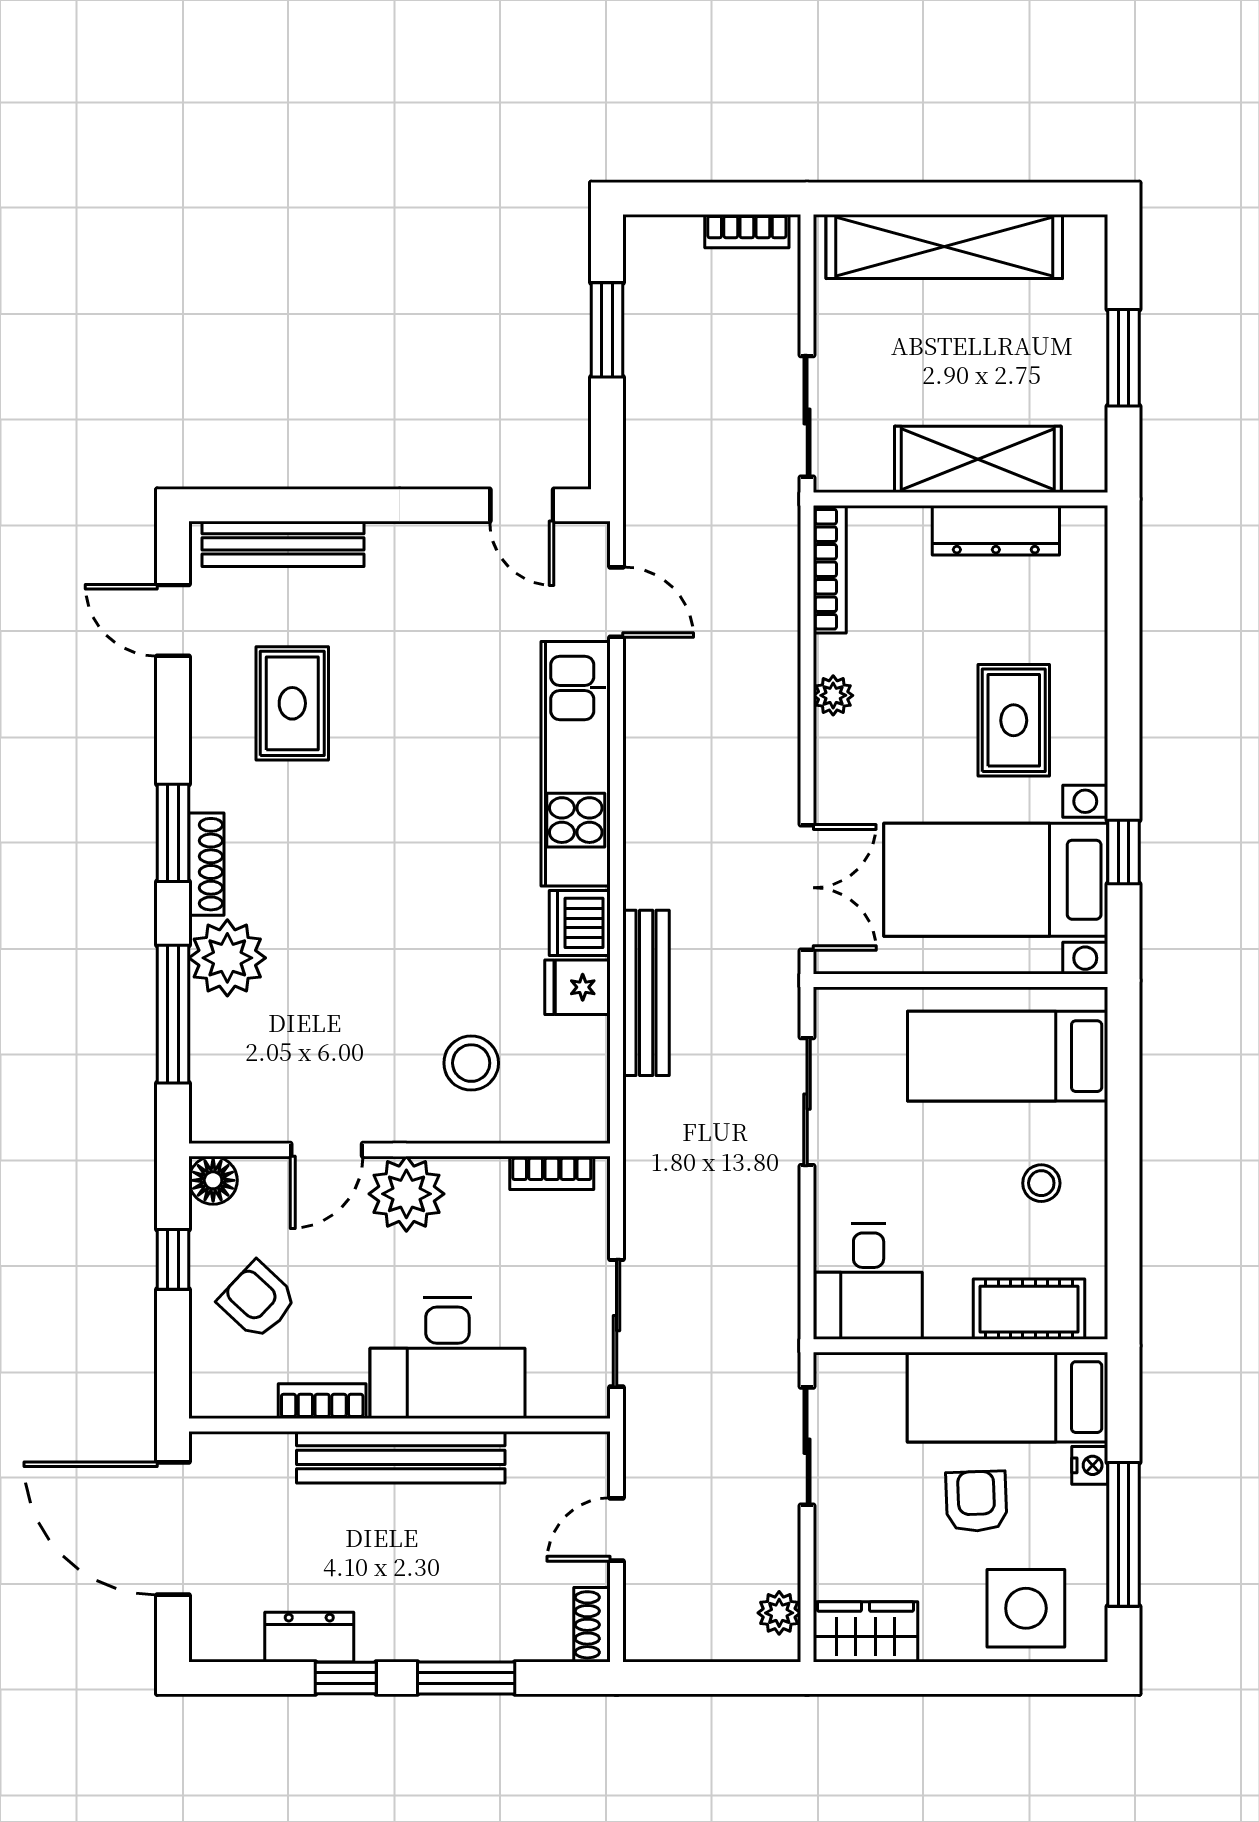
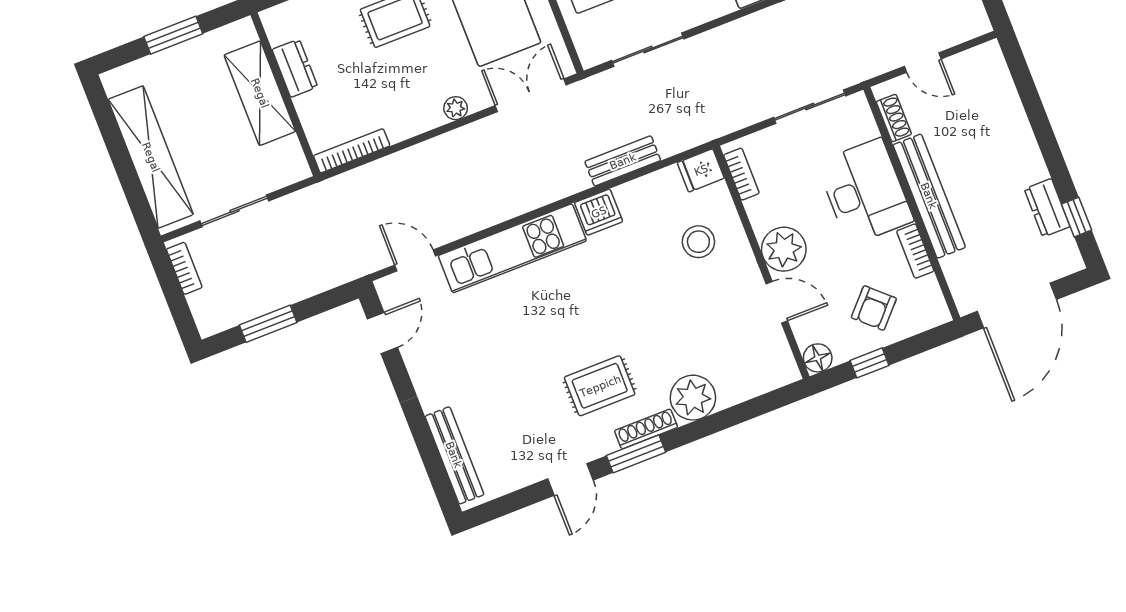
sliding door: (807, 416) -> (234, 211), moved
dresser: (996, 530) -> (295, 68), width x0.70
door: (617, 602) -> (415, 260), hinge flipped
door: (173, 620) -> (570, 479), moved
plant: (833, 695) -> (456, 108), moved
rug: (292, 703) -> (600, 386), moved
fridge: (578, 987) -> (701, 170), moved, turned 90
bench: (646, 993) -> (623, 161), width x0.73
window: (173, 1014) -> (735, 415), removed
shoe rack: (592, 1625) -> (894, 118), moved, turned -90
window: (346, 1678) -> (1077, 217), moved
window: (466, 1678) -> (1036, 113), removed

